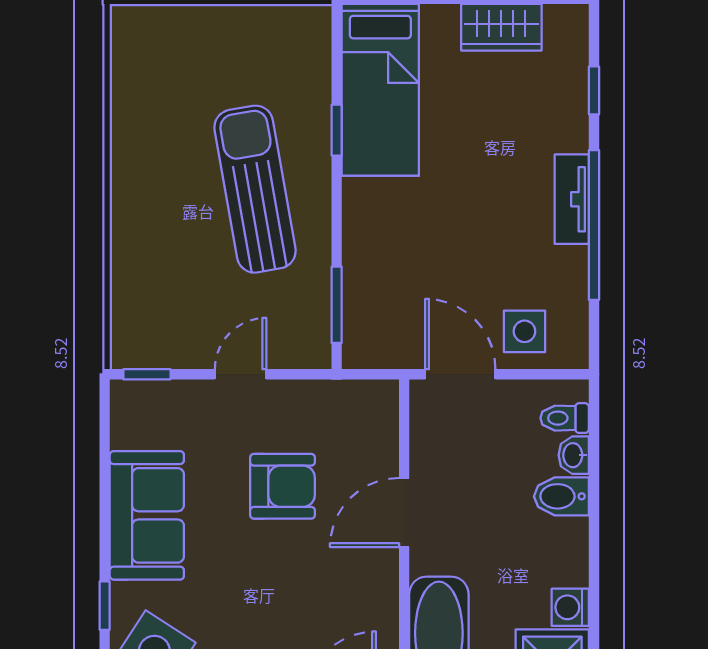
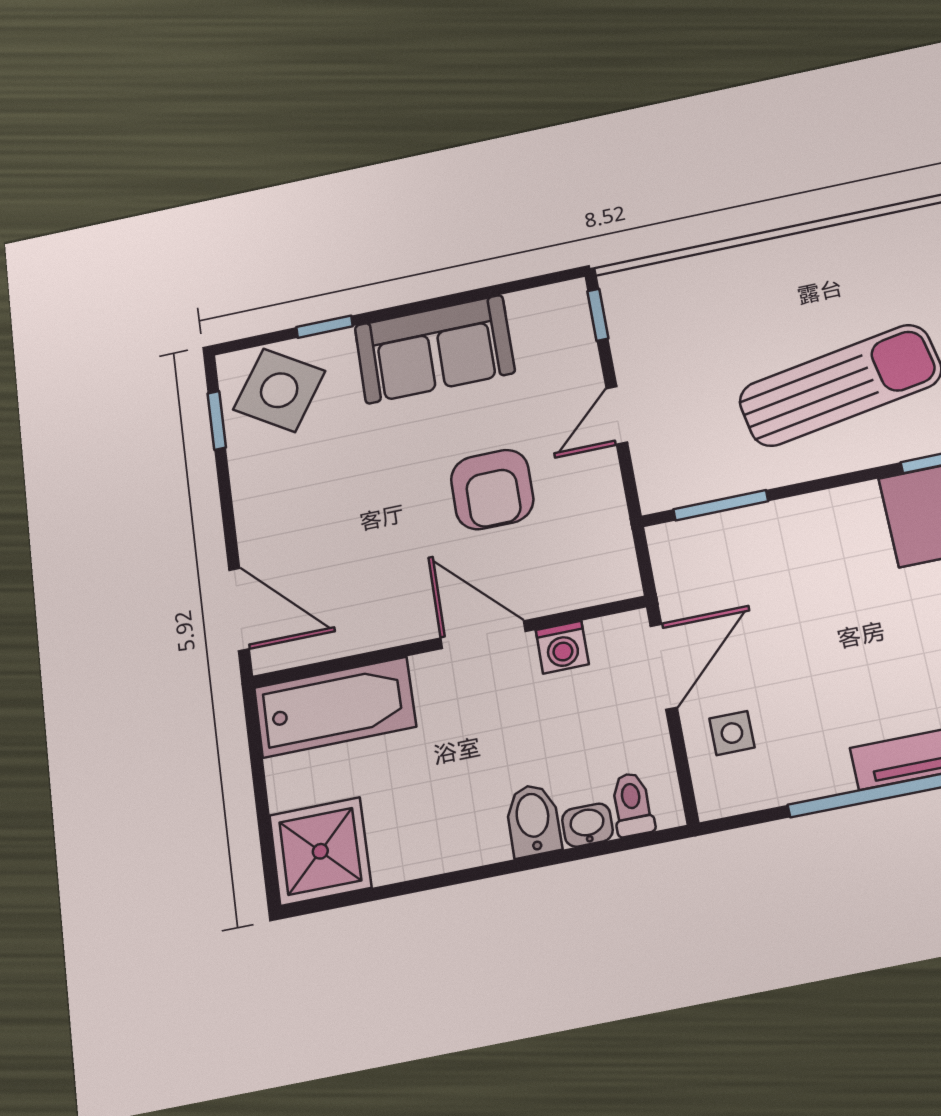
side table: (524, 331) -> (732, 733), width x0.73, depth x0.73
door: (241, 374) -> (617, 415), swing flipped
washing machine: (570, 607) -> (562, 647), moved, turned 180

